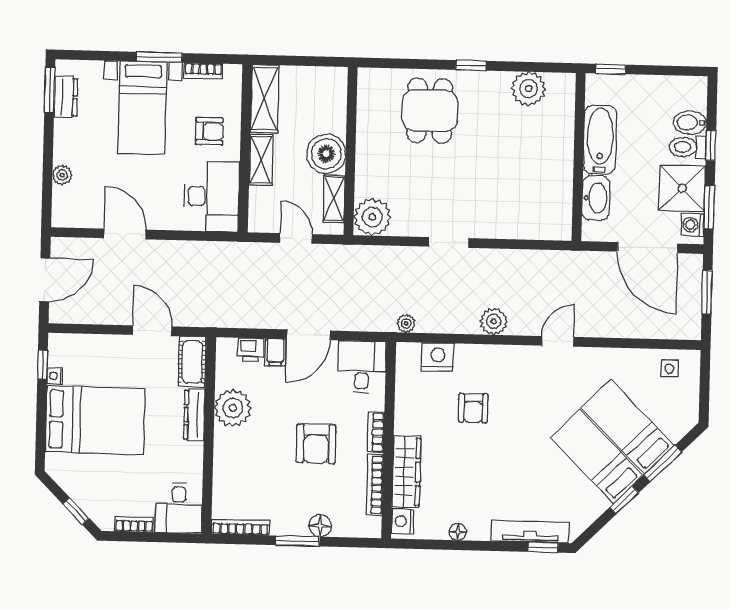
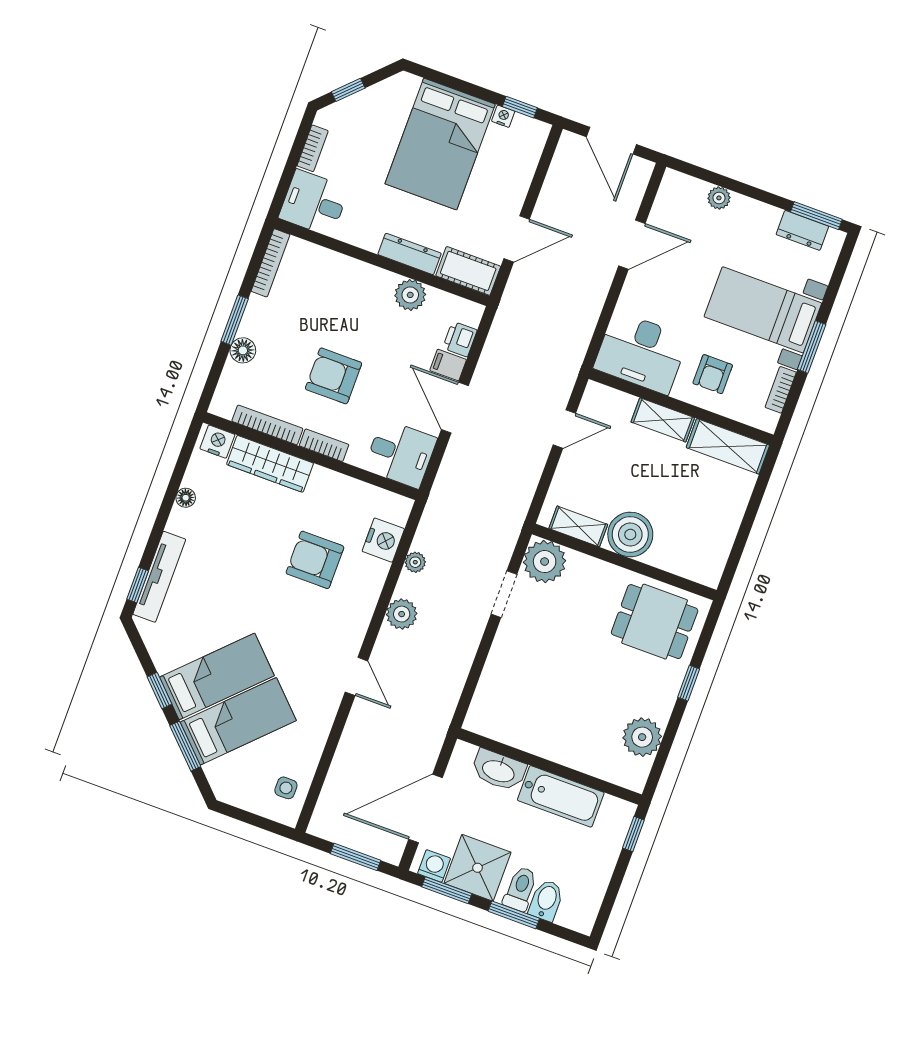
window: (711, 145) -> (514, 915), width x1.50
wall: (351, 151) -> (624, 562), moved
boiler: (326, 154) -> (630, 534), moved
shelving: (334, 199) -> (578, 526), moved
plant: (372, 217) -> (545, 562), moved
plant: (406, 324) -> (415, 562), moved
plant: (233, 408) -> (410, 295), width x0.73, depth x0.73
armchair: (473, 408) -> (315, 560), width x1.38, depth x1.38

